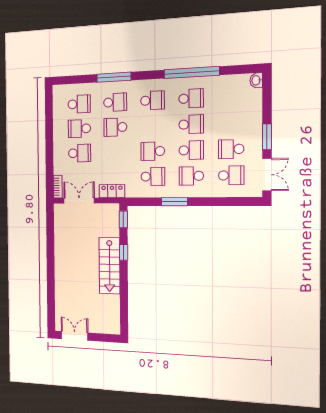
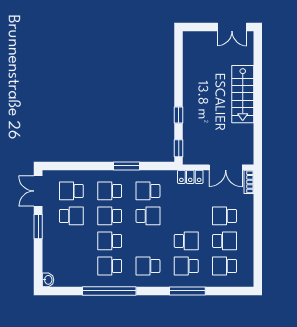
school desk: (191, 176) -> (110, 191), turned 180
stairs: (109, 266) -> (243, 94), moved, turned 180

